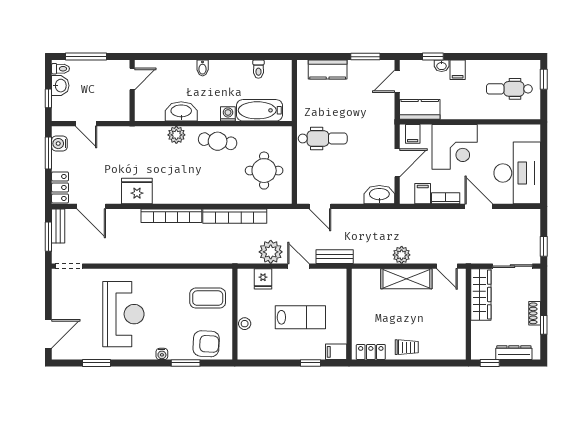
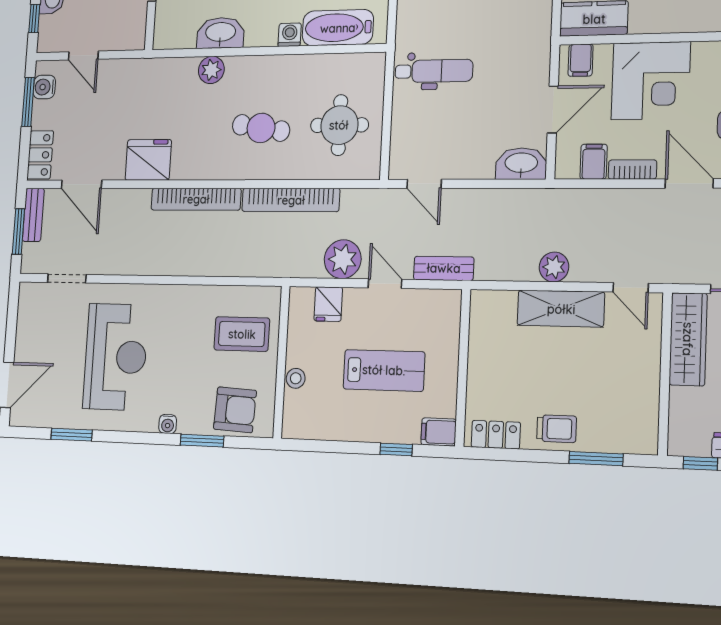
cafe table: (218, 141) -> (261, 128), moved
doorway: (69, 266) -> (67, 278), moved
window: (430, 363) -> (596, 459), added

